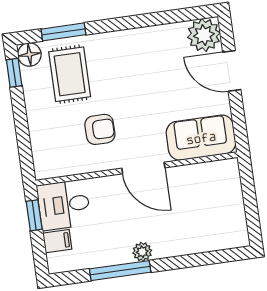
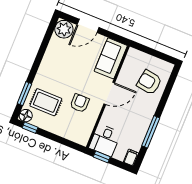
armchair: (199, 222) -> (149, 82), added
filing cabinet: (57, 241) -> (131, 158), moved
plant: (142, 252) -> (148, 116), removed

